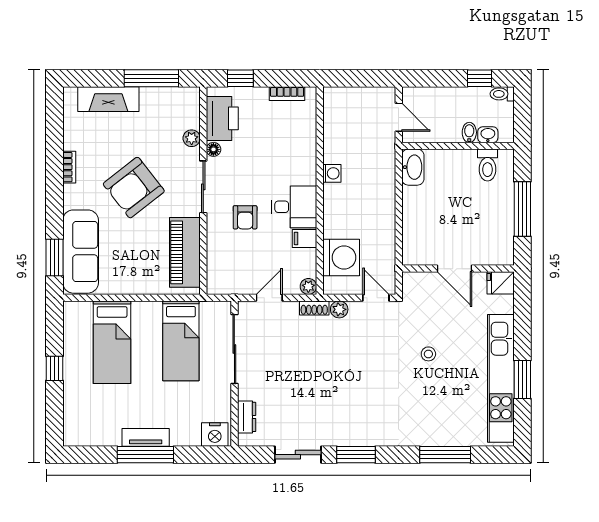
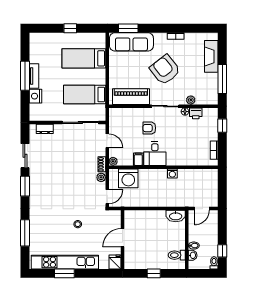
printer: (222, 118) -> (196, 113), width x0.53, depth x0.68
window: (522, 209) -> (154, 273), width x0.46
nightstand: (215, 434) -> (36, 96), moved

